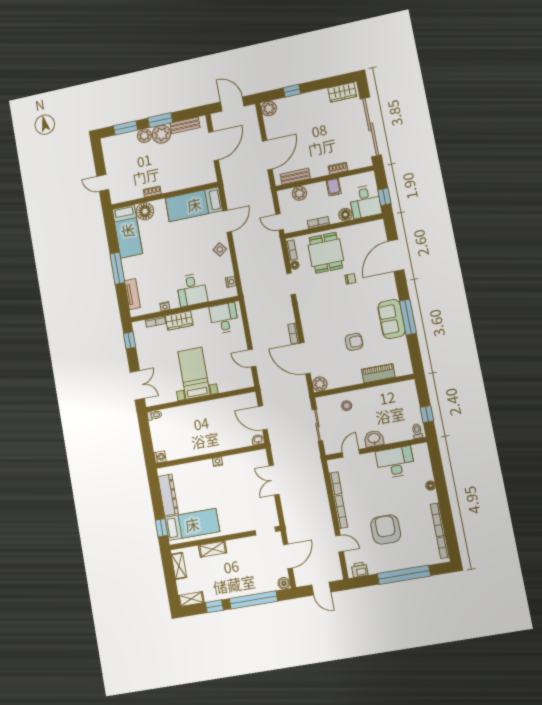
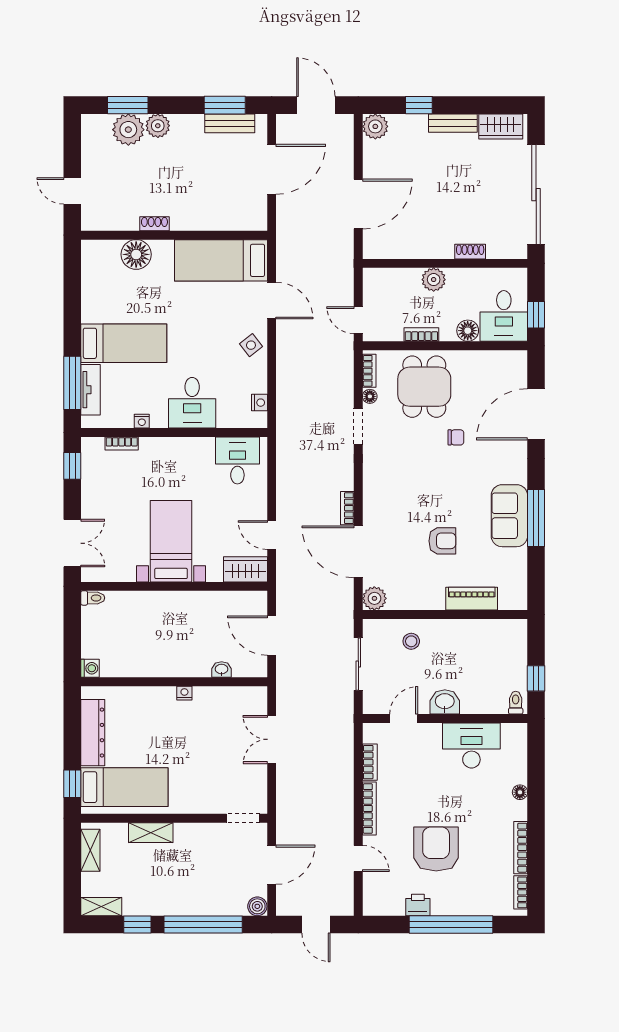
window: (160, 120) -> (225, 105), moved
plant: (161, 134) -> (128, 130), moved
bench: (295, 176) -> (453, 123), moved
filing cabinet: (334, 187) -> (457, 281), removed
plant: (299, 193) -> (434, 280), moved
door: (227, 221) -> (272, 301), hinge flipped
bed: (127, 231) -> (124, 343), moved, turned -90
window: (117, 268) -> (72, 383), moved
wardrobe: (179, 320) -> (245, 569), moved, turned 180
washbasin: (258, 440) -> (222, 670), moved
printer: (360, 570) -> (418, 905), moved

